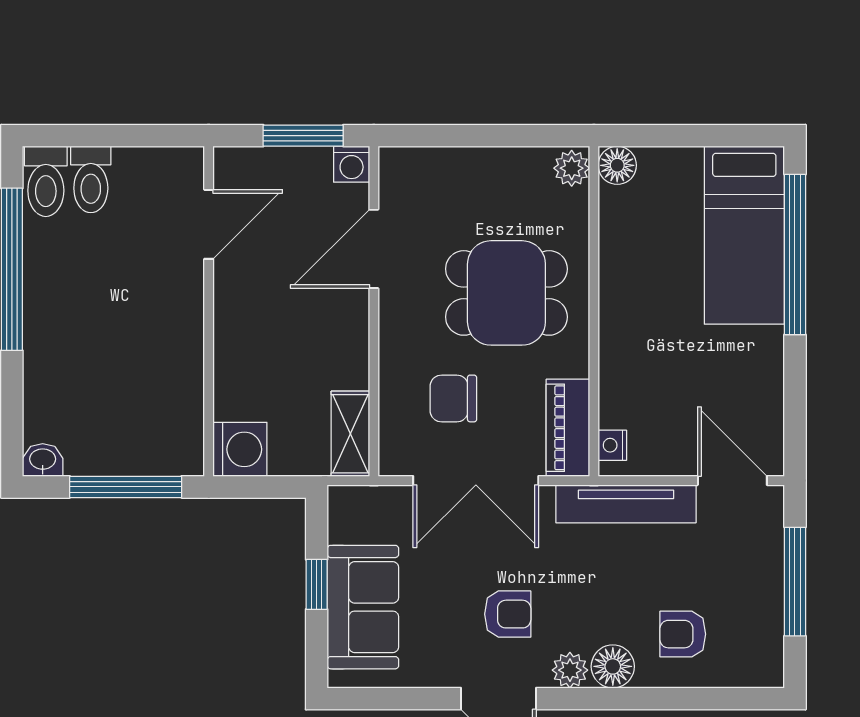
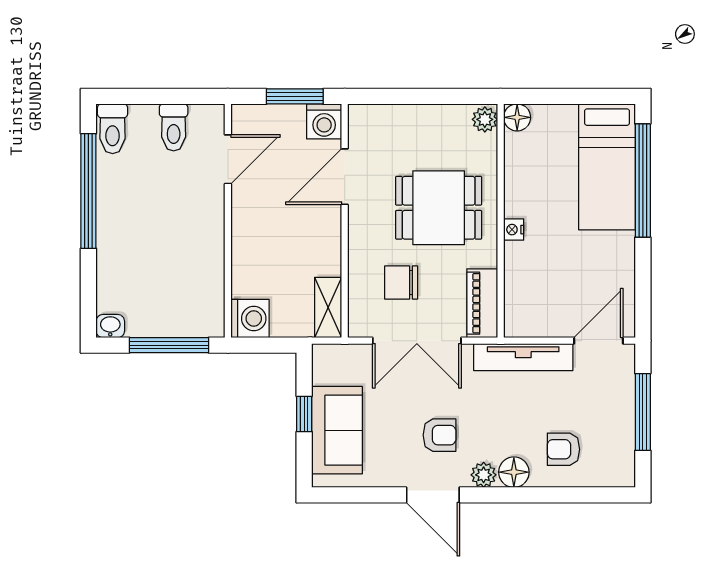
washing machine: (352, 164) -> (324, 121), width x1.38, depth x1.38
toilet: (91, 179) -> (174, 127), moved
nightstand: (612, 445) -> (514, 230), moved
door: (732, 481) -> (598, 341), hinge flipped

